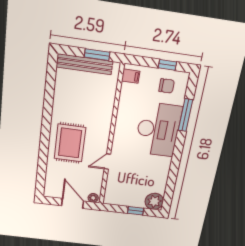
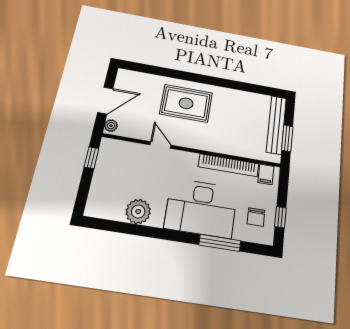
bookcase: (123, 108) -> (229, 165), added
plant: (154, 201) -> (138, 212), moved
window: (136, 211) -> (91, 158), moved

